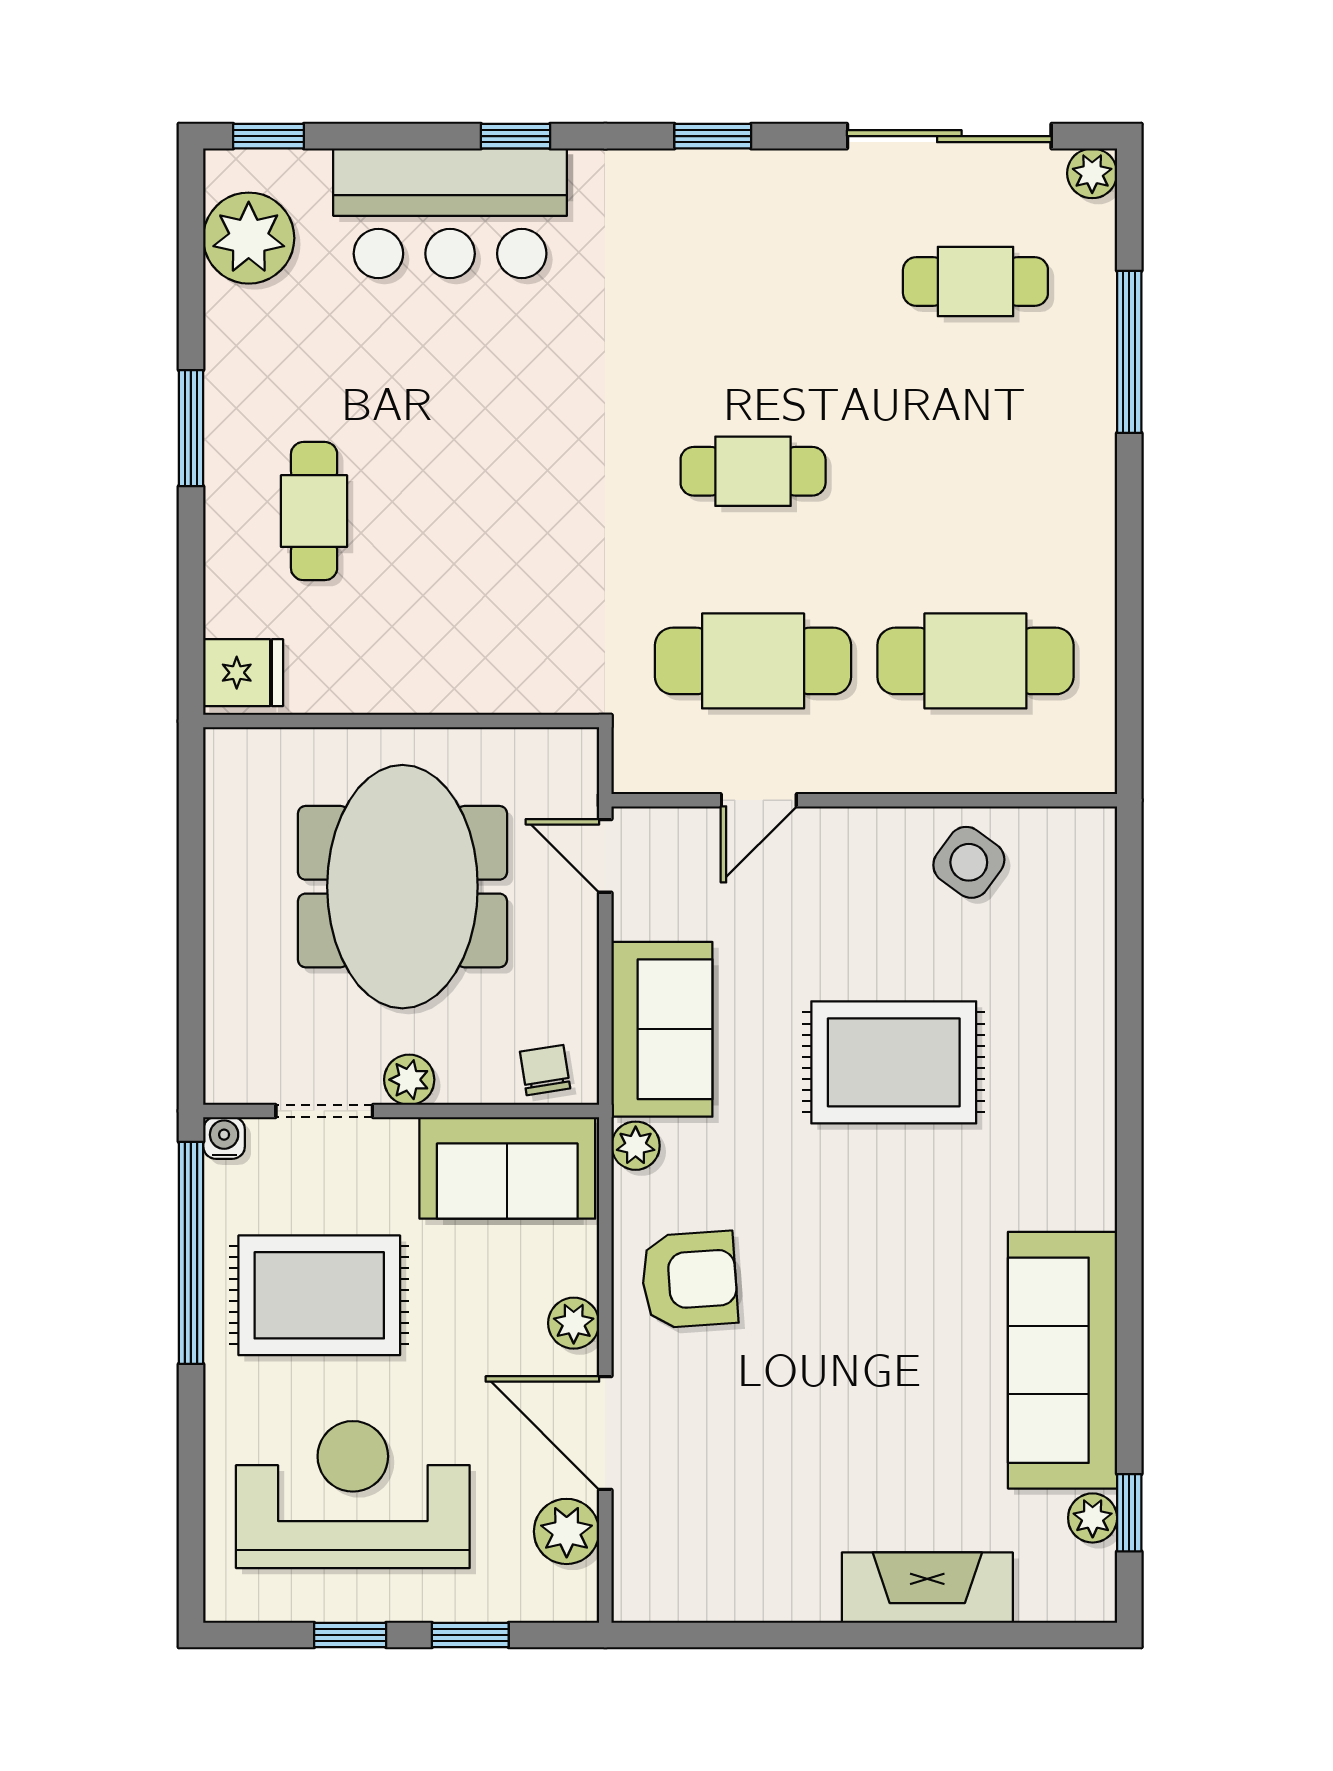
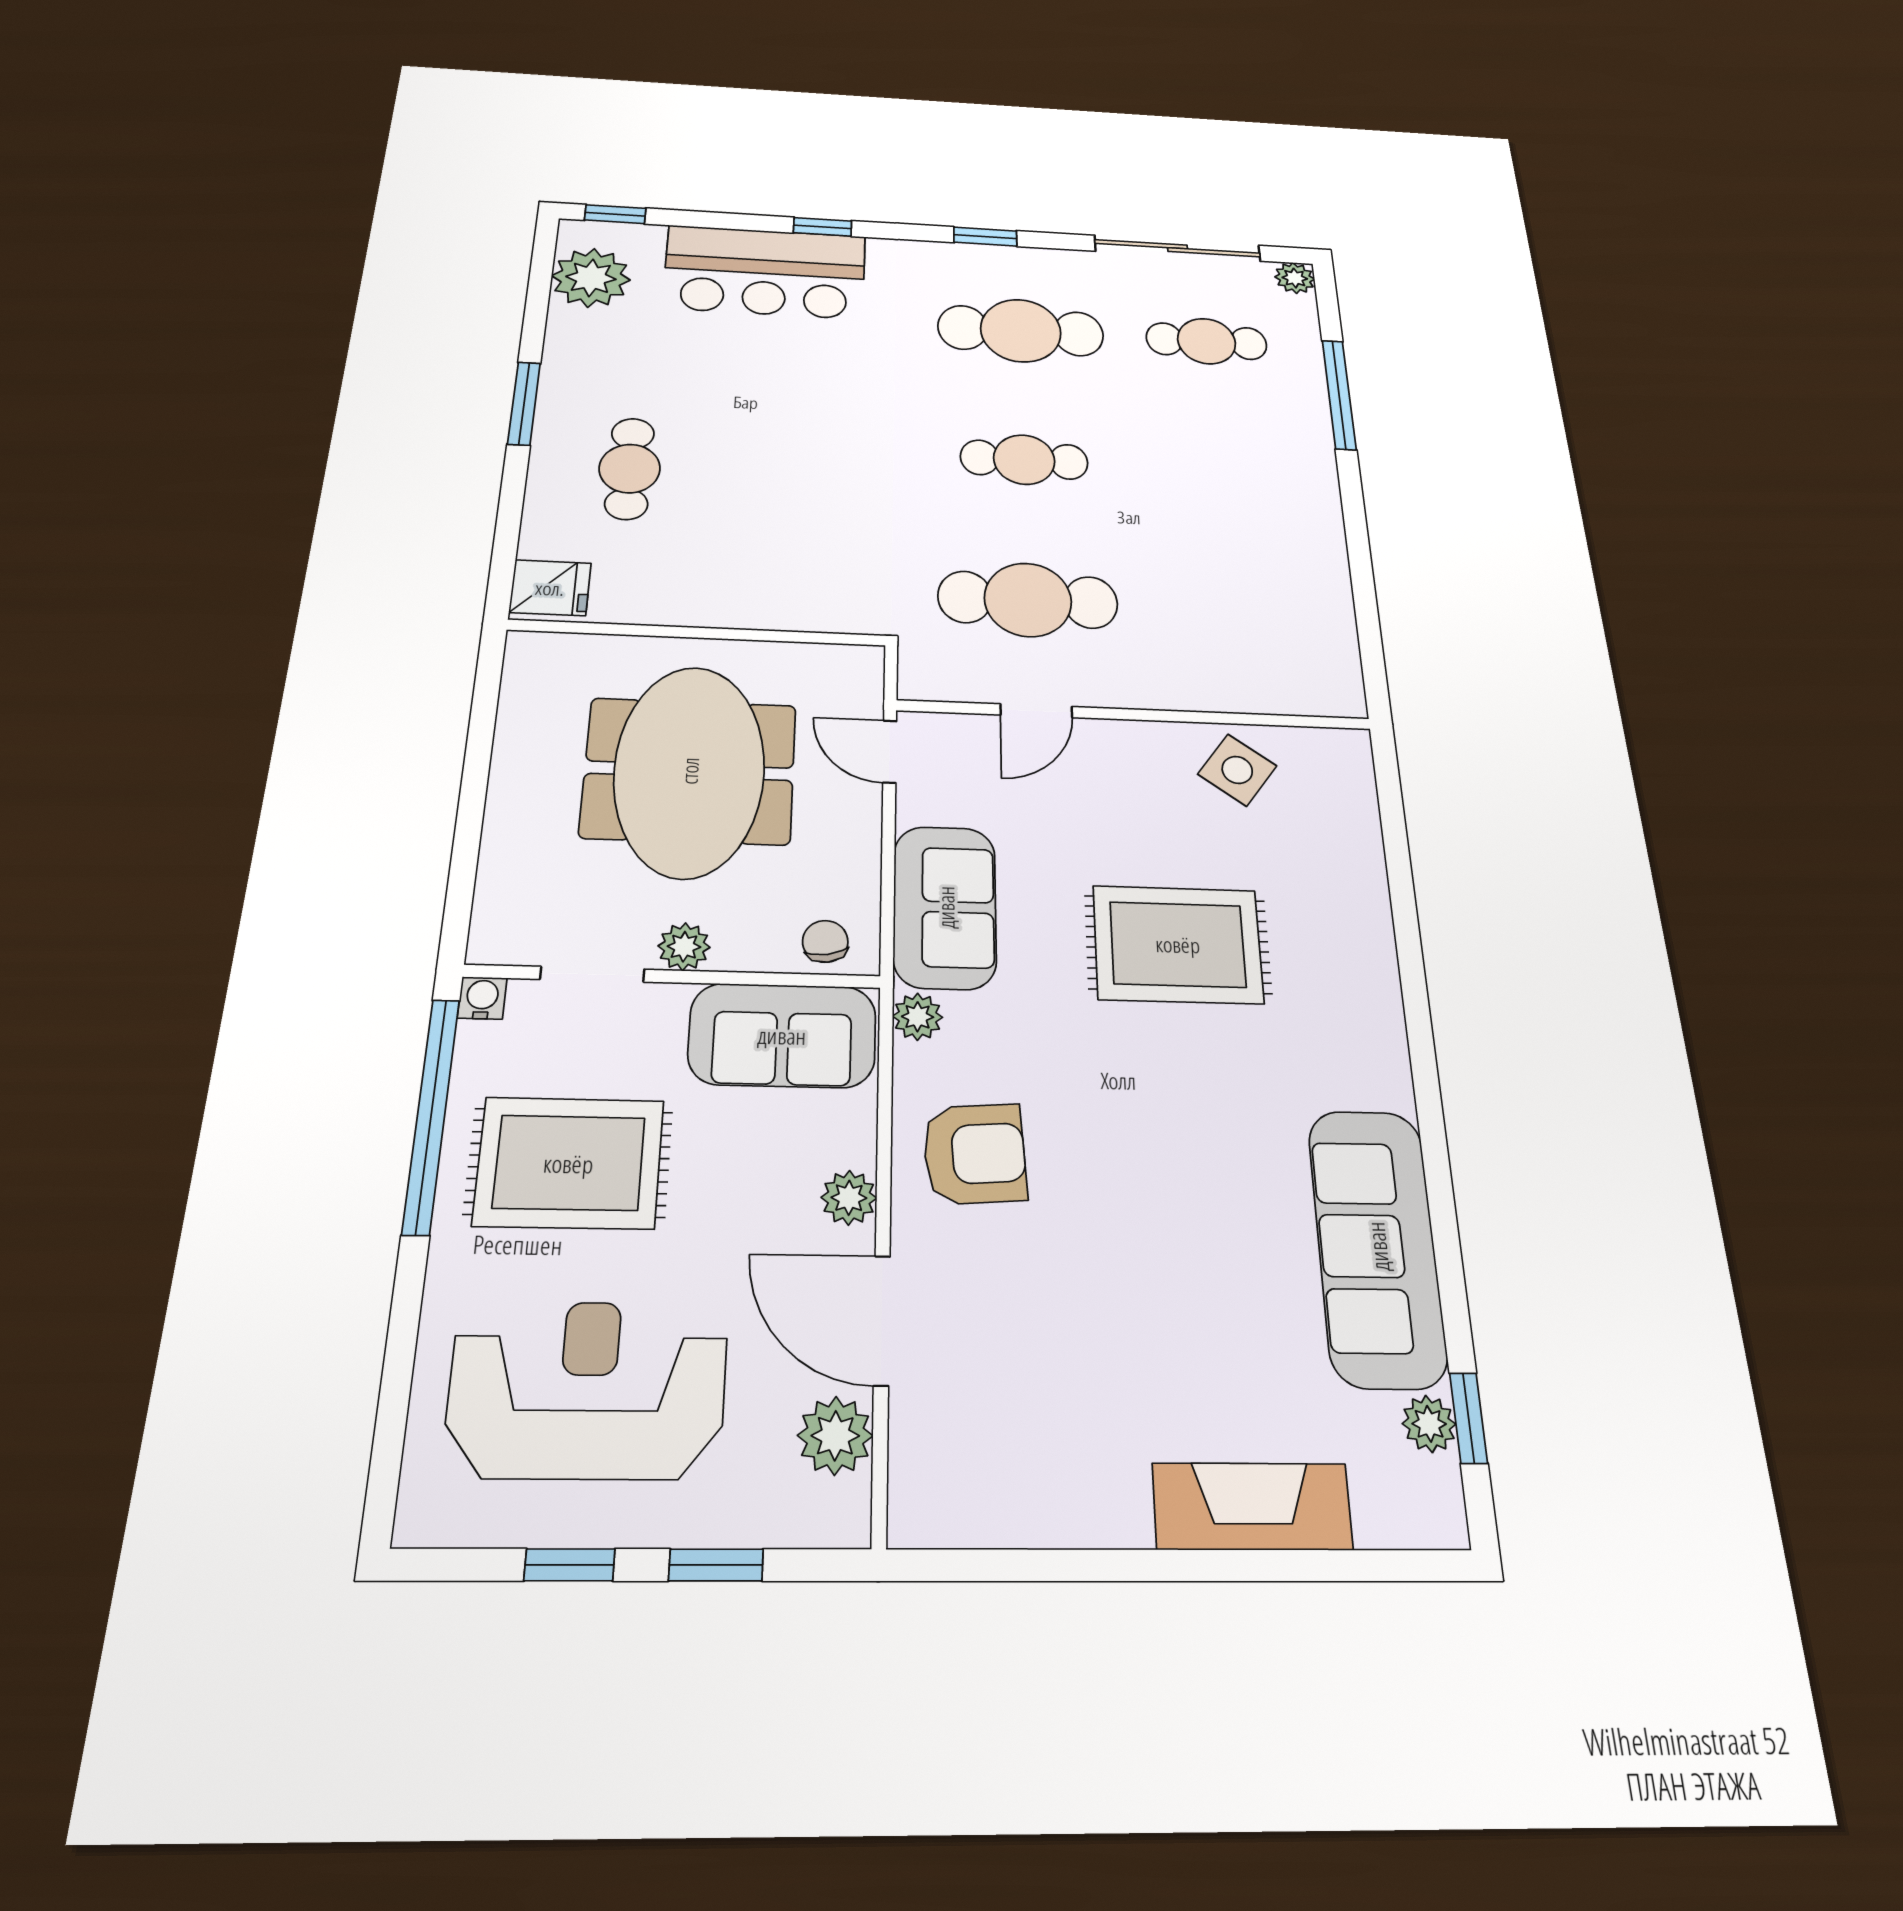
cafe table: (975, 661) -> (1021, 331), moved

